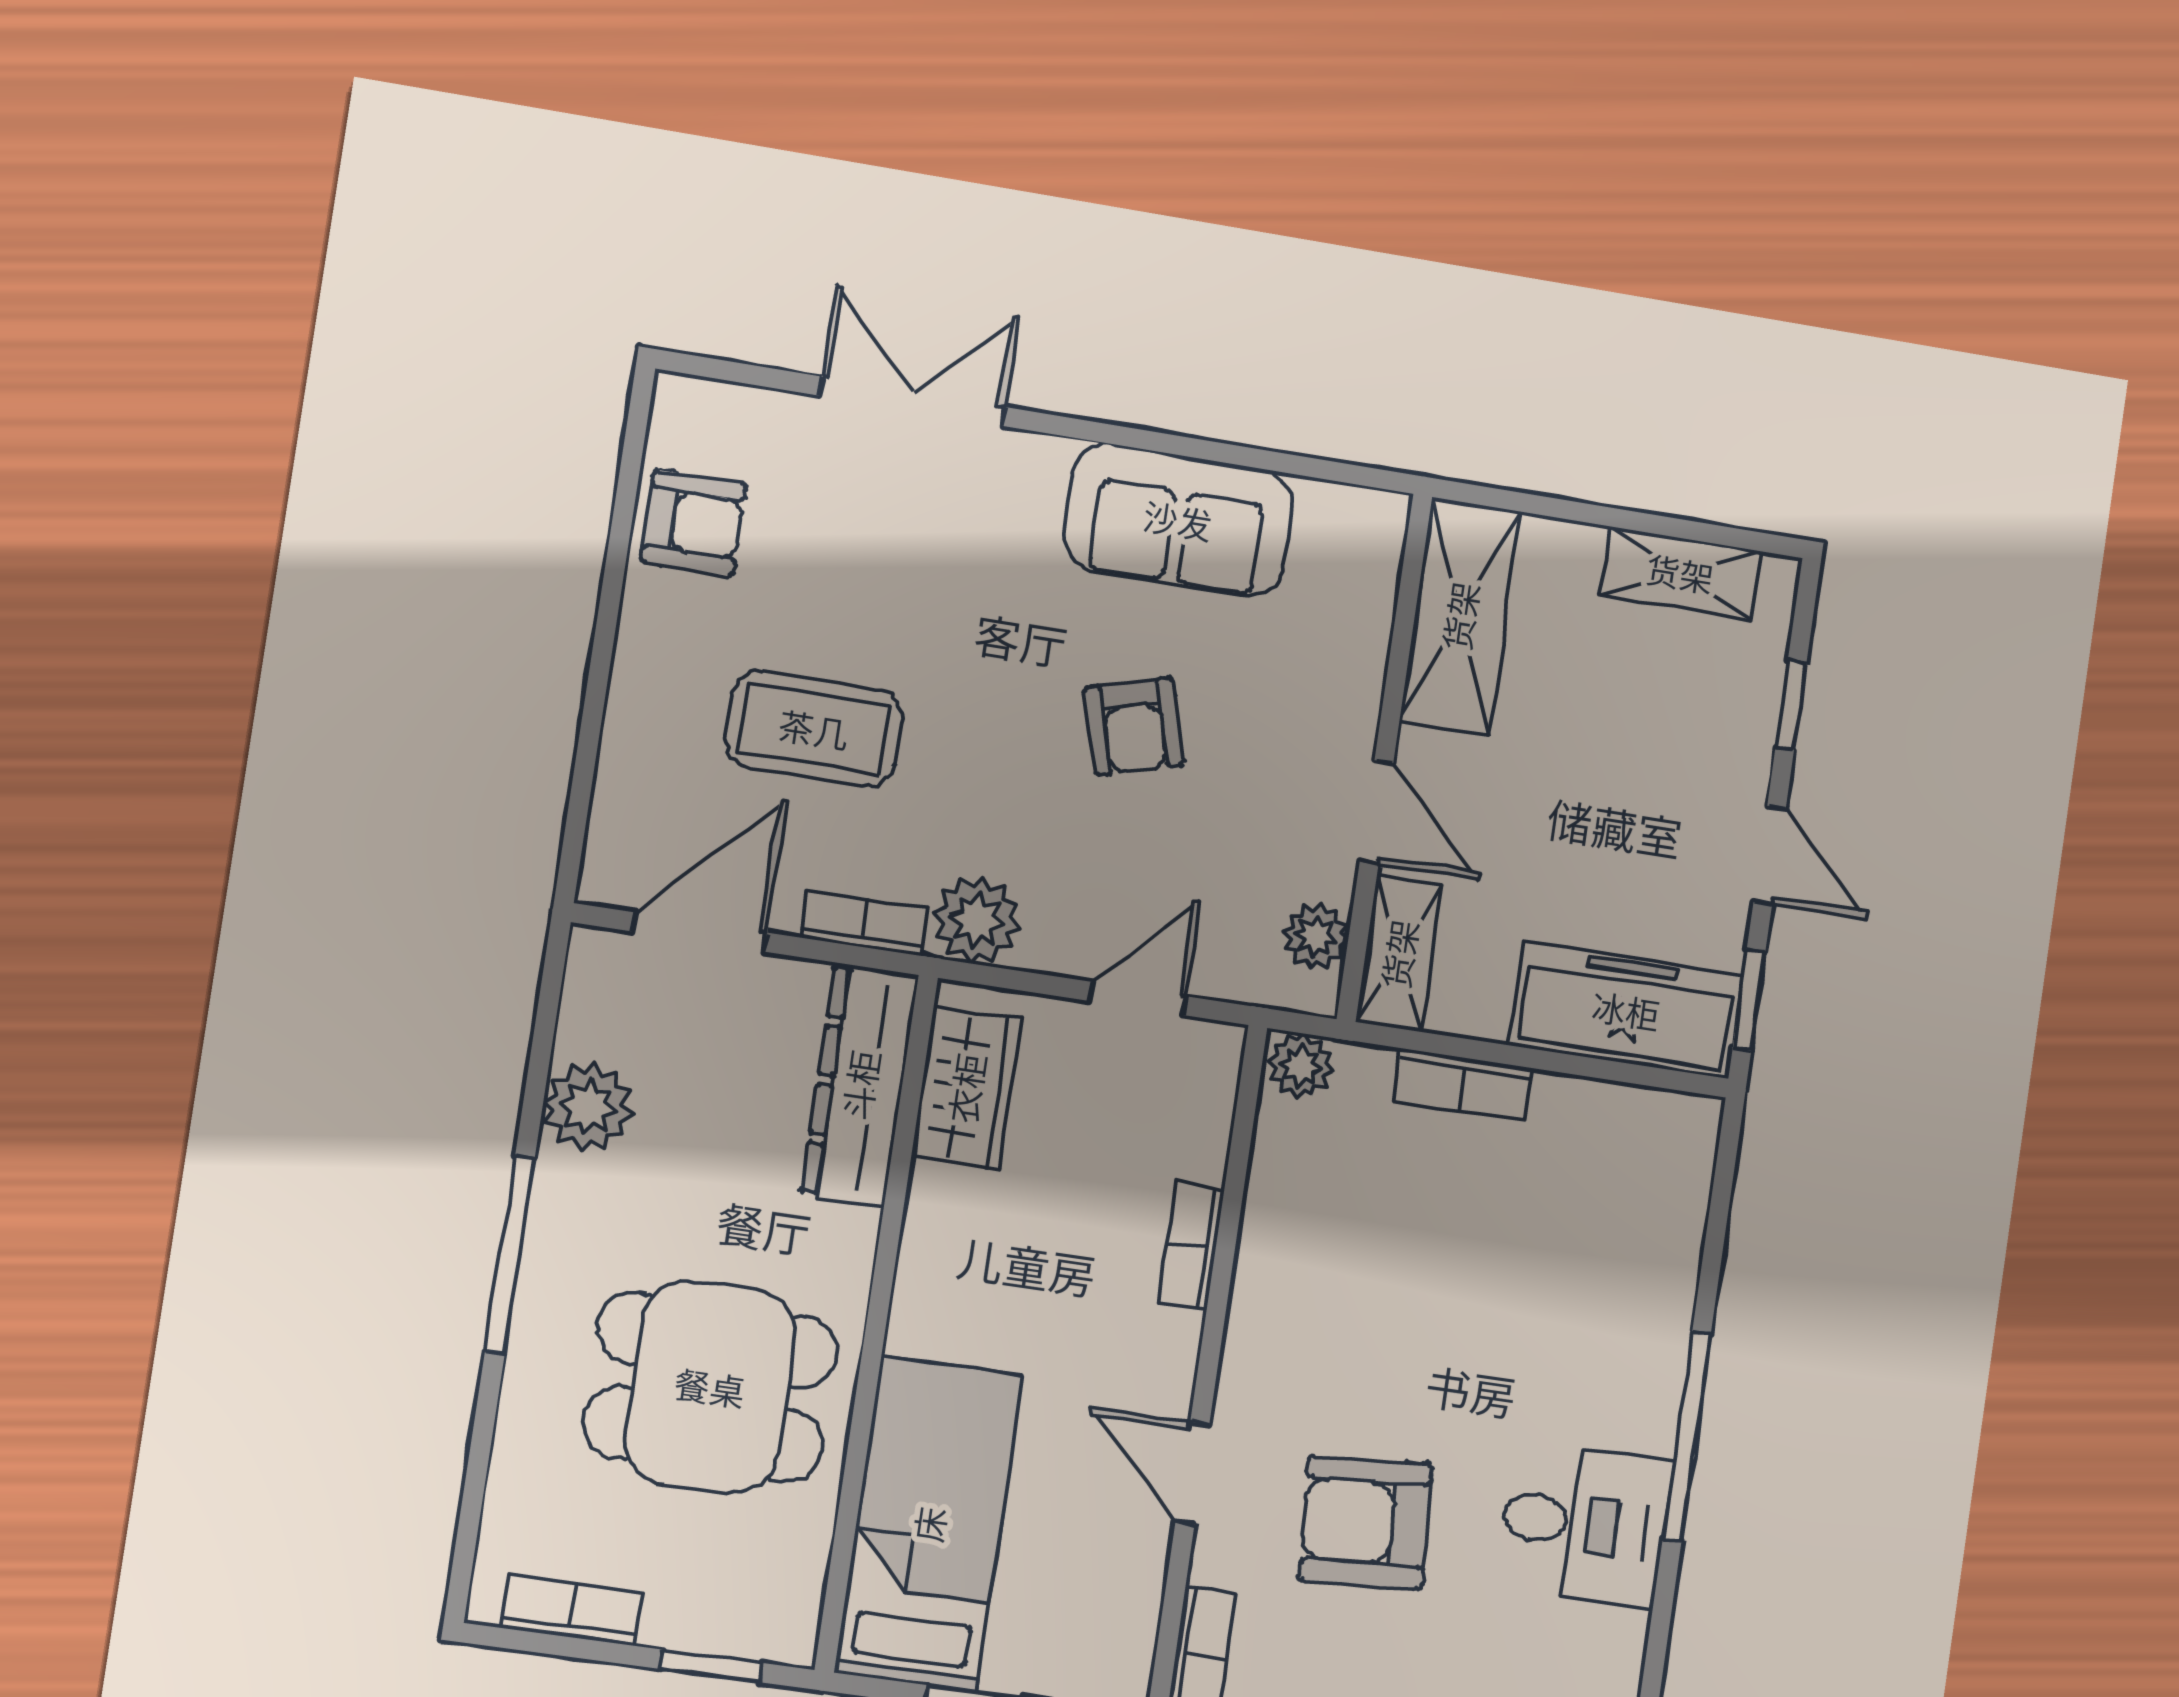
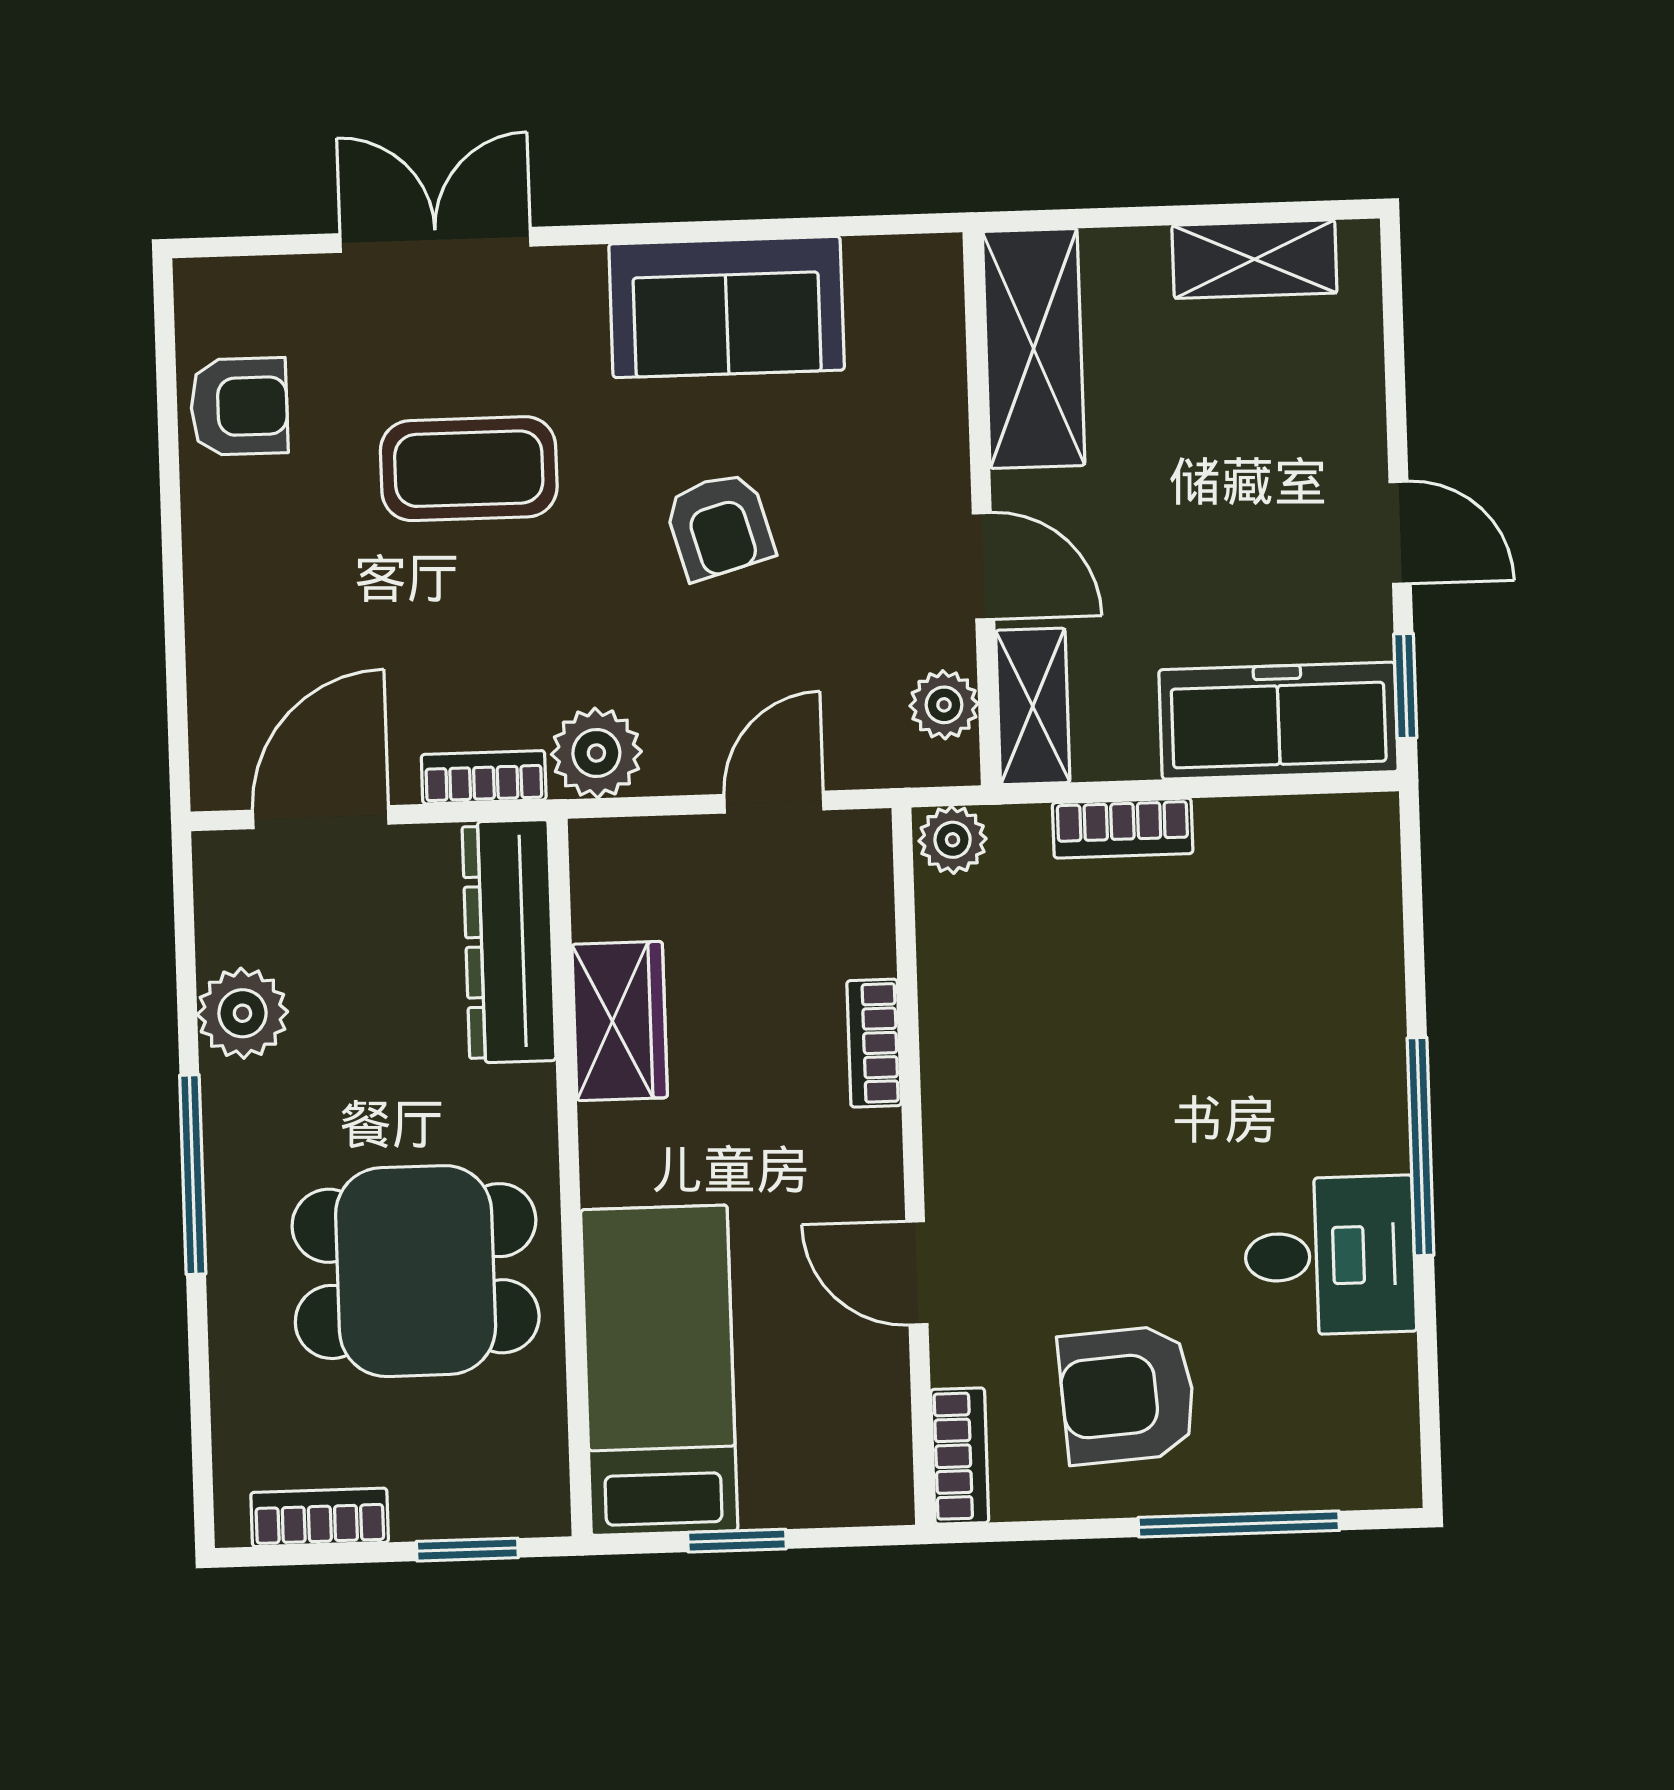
window: (1791, 705) -> (1395, 373), removed
coffee table: (814, 729) -> (469, 469), moved
wardrobe: (966, 1088) -> (620, 1021), moved
armchair: (1365, 1522) -> (1127, 1395), moved

